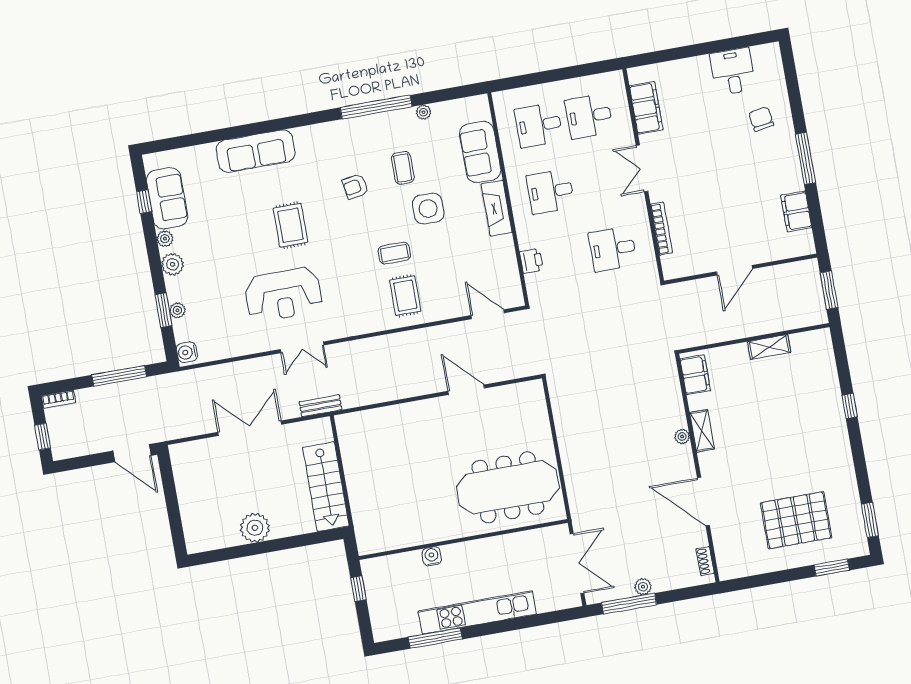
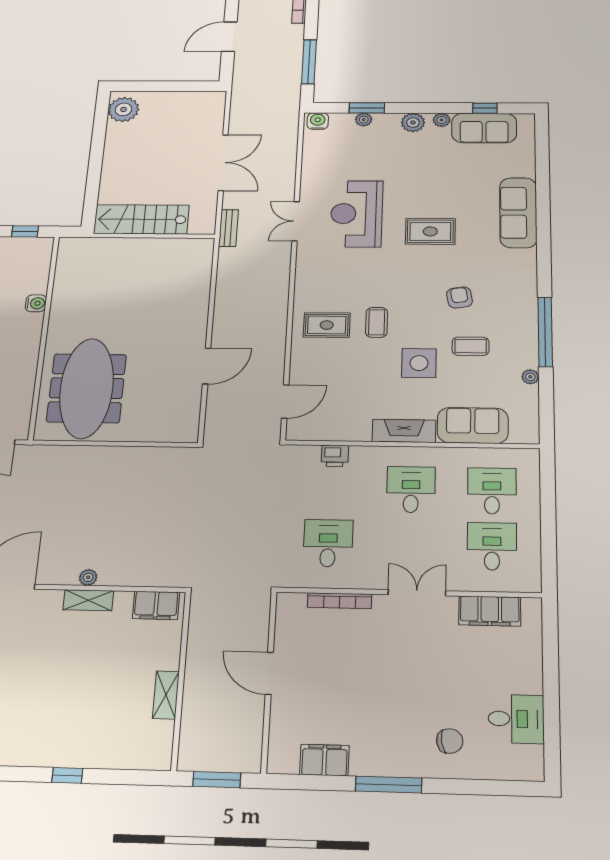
door: (132, 453) -> (229, 37), moved
plant: (255, 528) -> (124, 109), moved

